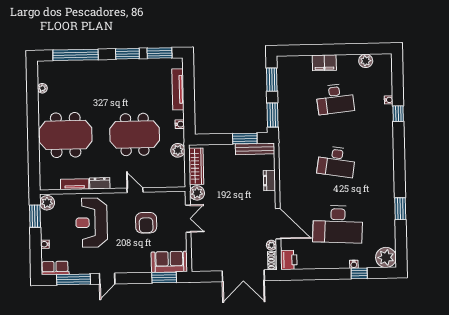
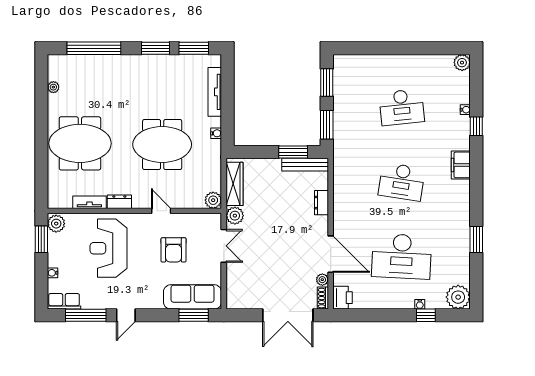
plant: (366, 61) -> (462, 63), moved
filing cabinet: (324, 63) -> (461, 165), moved, turned 90
plant: (178, 150) -> (213, 200), moved
sofa: (169, 262) -> (192, 297), width x1.36

